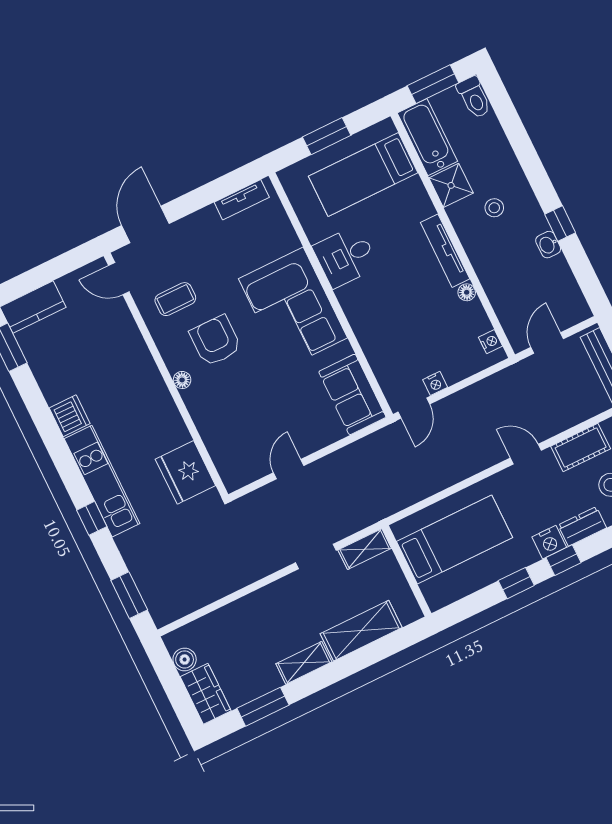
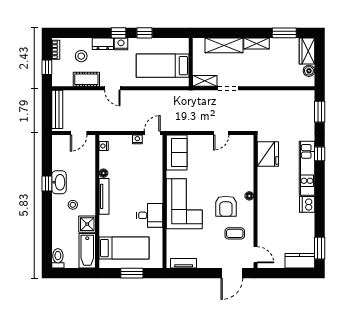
window: (433, 84) -> (73, 273), removed
washbasin: (548, 245) -> (59, 182), width x1.91, depth x1.45

